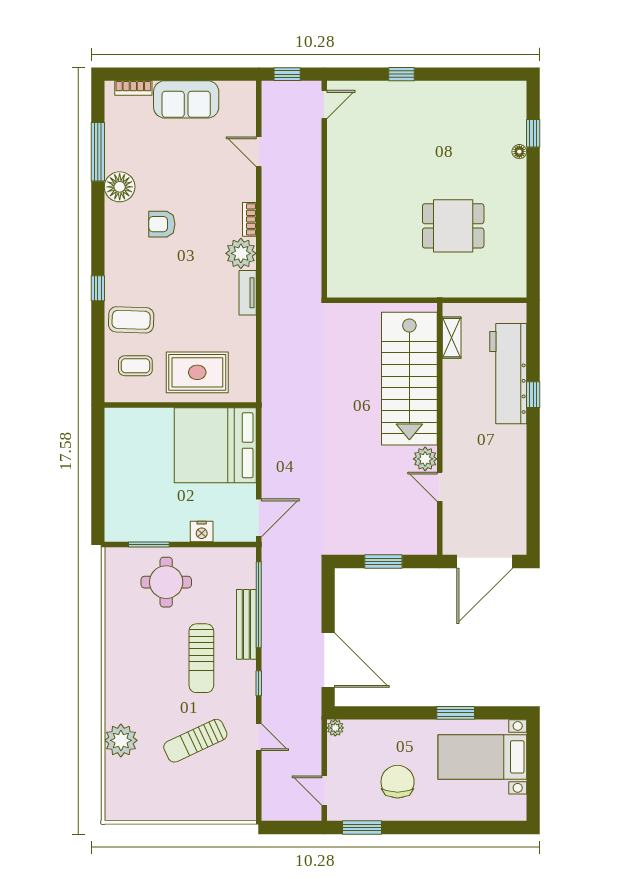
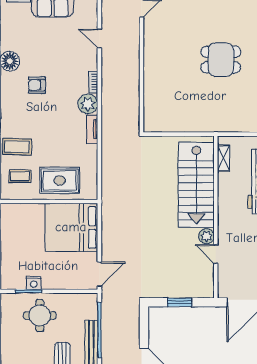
dining table: (453, 226) -> (221, 60), moved
nightstand: (202, 532) -> (34, 283), moved

